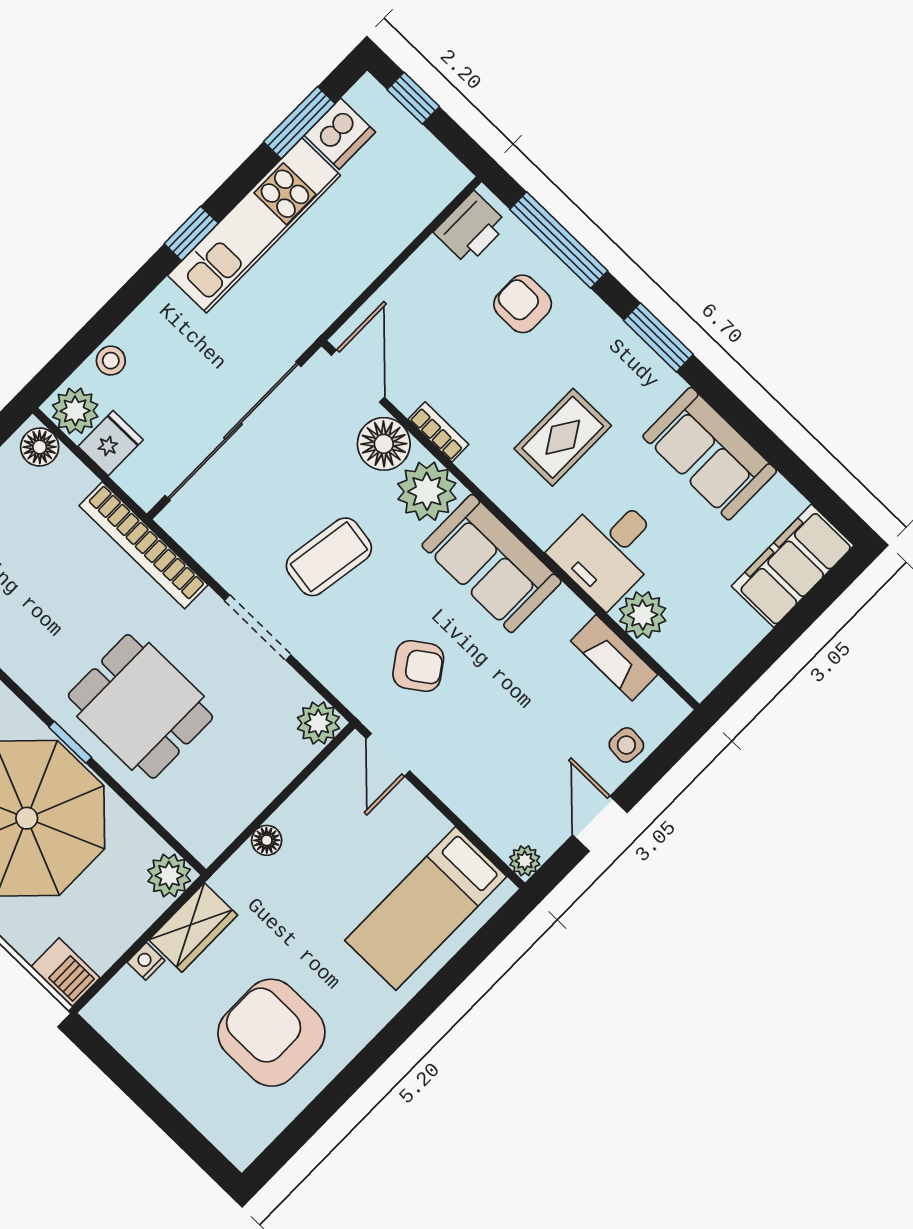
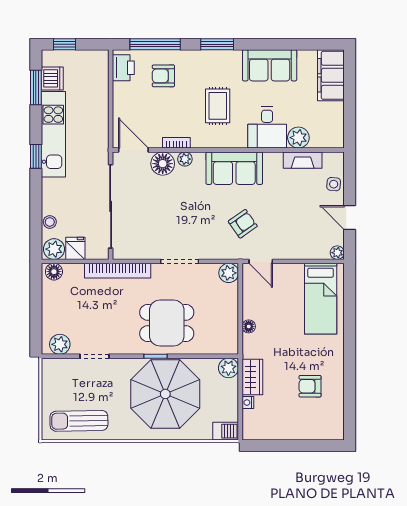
plant: (427, 491) -> (185, 159), width x0.53, depth x0.53
coffee table: (329, 557) -> (180, 217), removed
armchair: (271, 1033) -> (310, 386), width x0.53, depth x0.53

